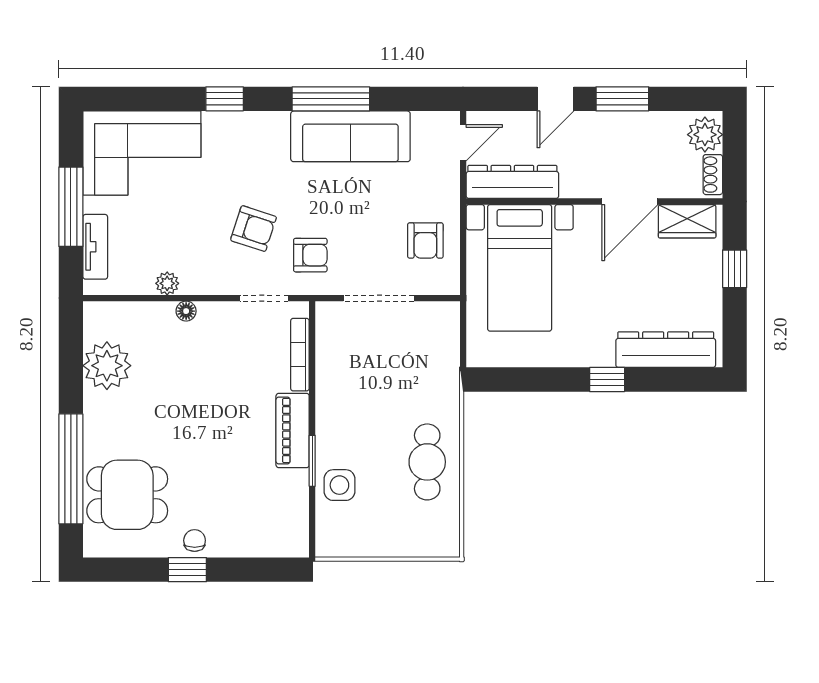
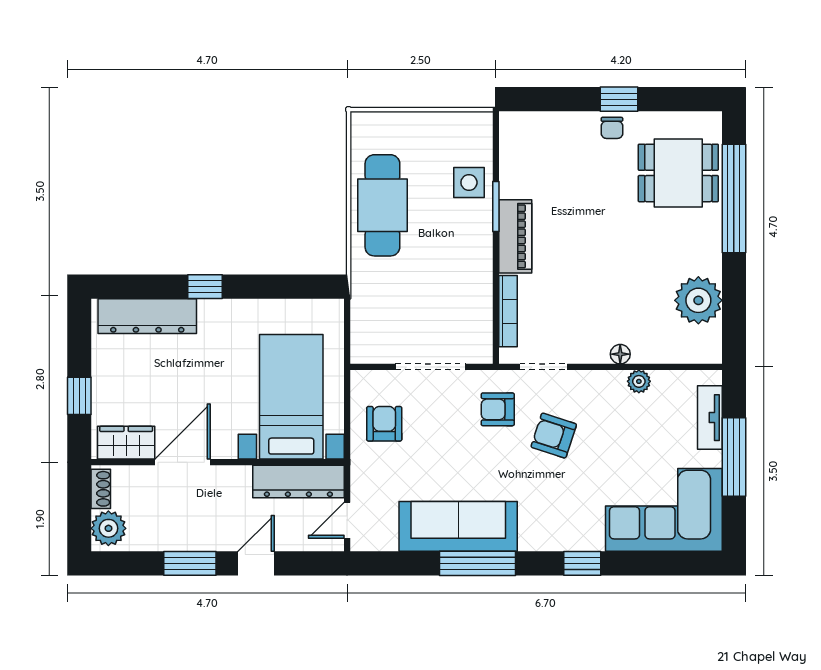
cafe table: (427, 462) -> (382, 205), width x1.37, depth x1.35

